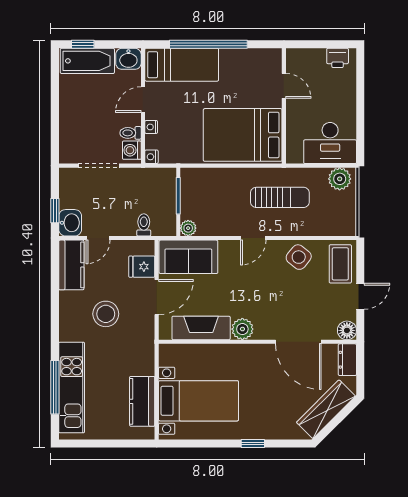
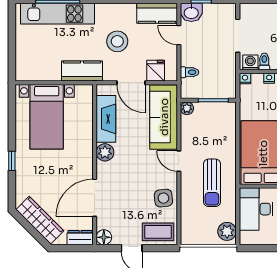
desk: (330, 143) -> (256, 209), moved
sofa: (188, 257) -> (164, 117), width x1.36
side table: (299, 257) -> (163, 198), turned 45
kitchen counter: (142, 401) -> (82, 71), moved

